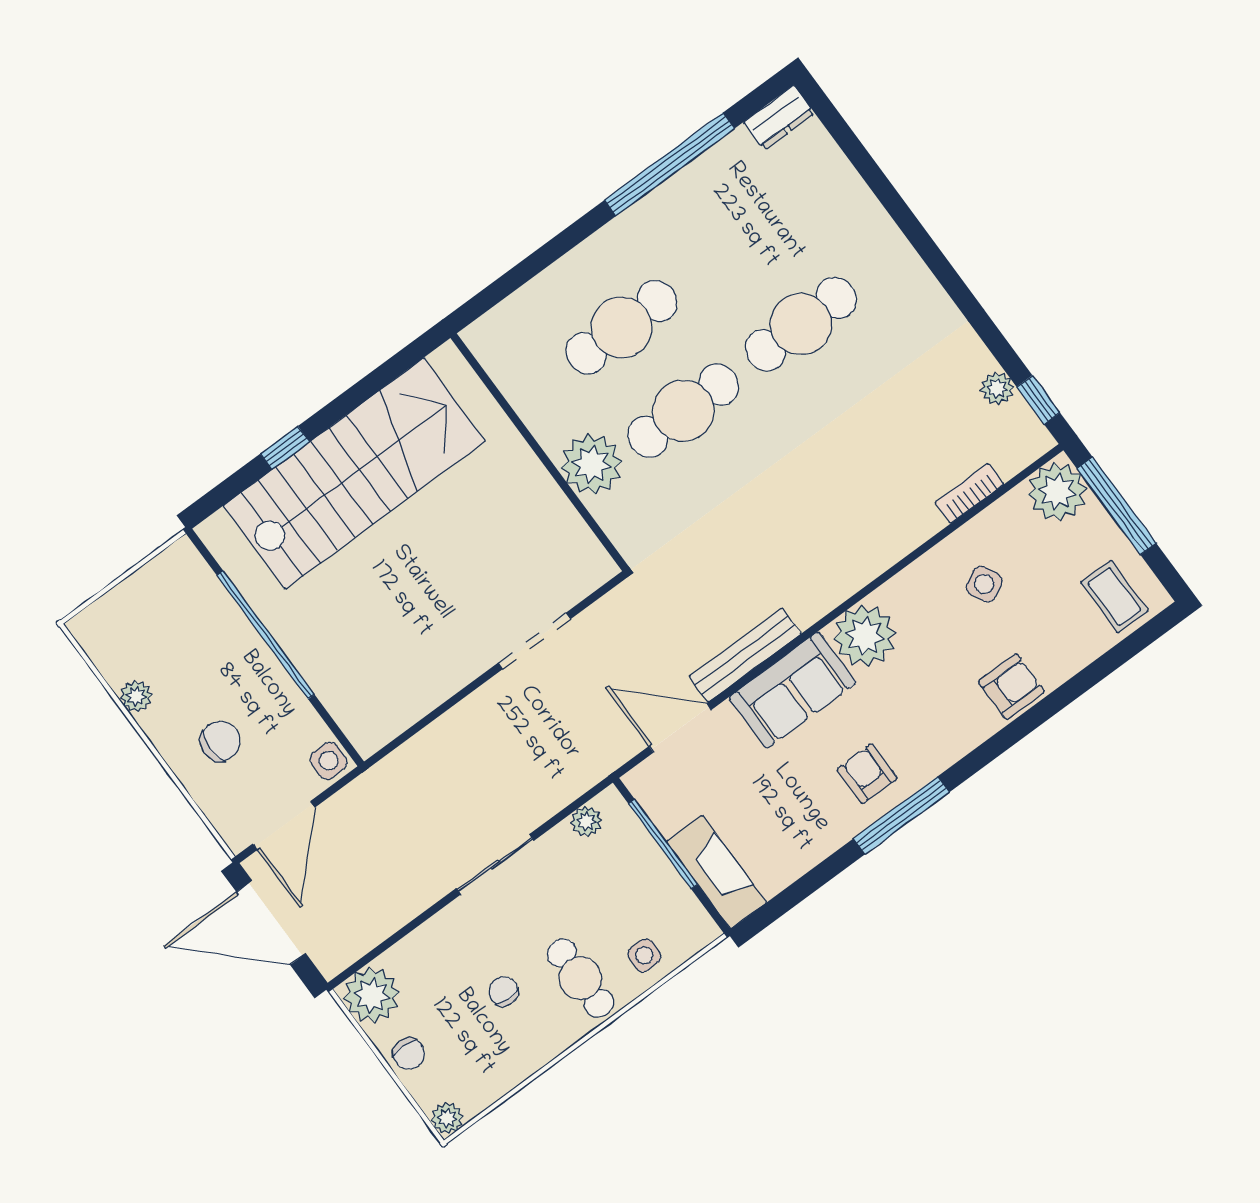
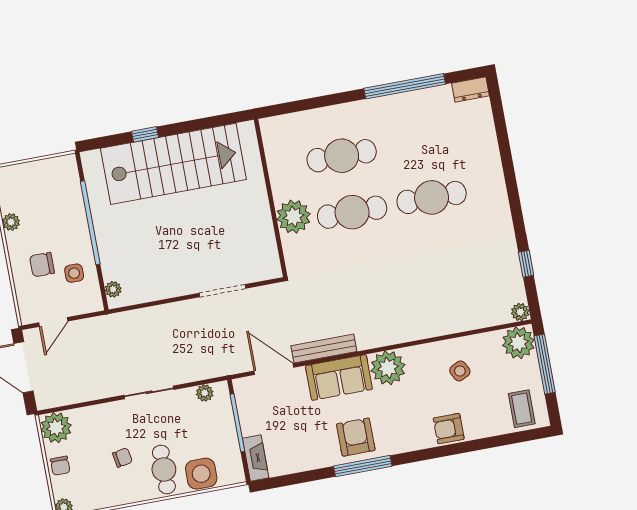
plant: (997, 388) -> (520, 312), moved
window: (1038, 400) -> (526, 264), moved
bookcase: (969, 493) -> (474, 322), removed
armchair: (1011, 687) -> (449, 429), turned 180
plant: (355, 725) -> (113, 289), added
chair: (220, 741) -> (42, 265), turned 180
side table: (329, 761) -> (74, 273), moved
armchair: (867, 774) -> (356, 437), width x1.38, depth x1.38
door: (284, 826) -> (53, 322), width x0.73
fireplace: (716, 872) -> (256, 458), width x0.73, depth x0.76
side table: (644, 955) -> (201, 474), width x1.87, depth x1.87
chair: (503, 991) -> (122, 458), turned 80

